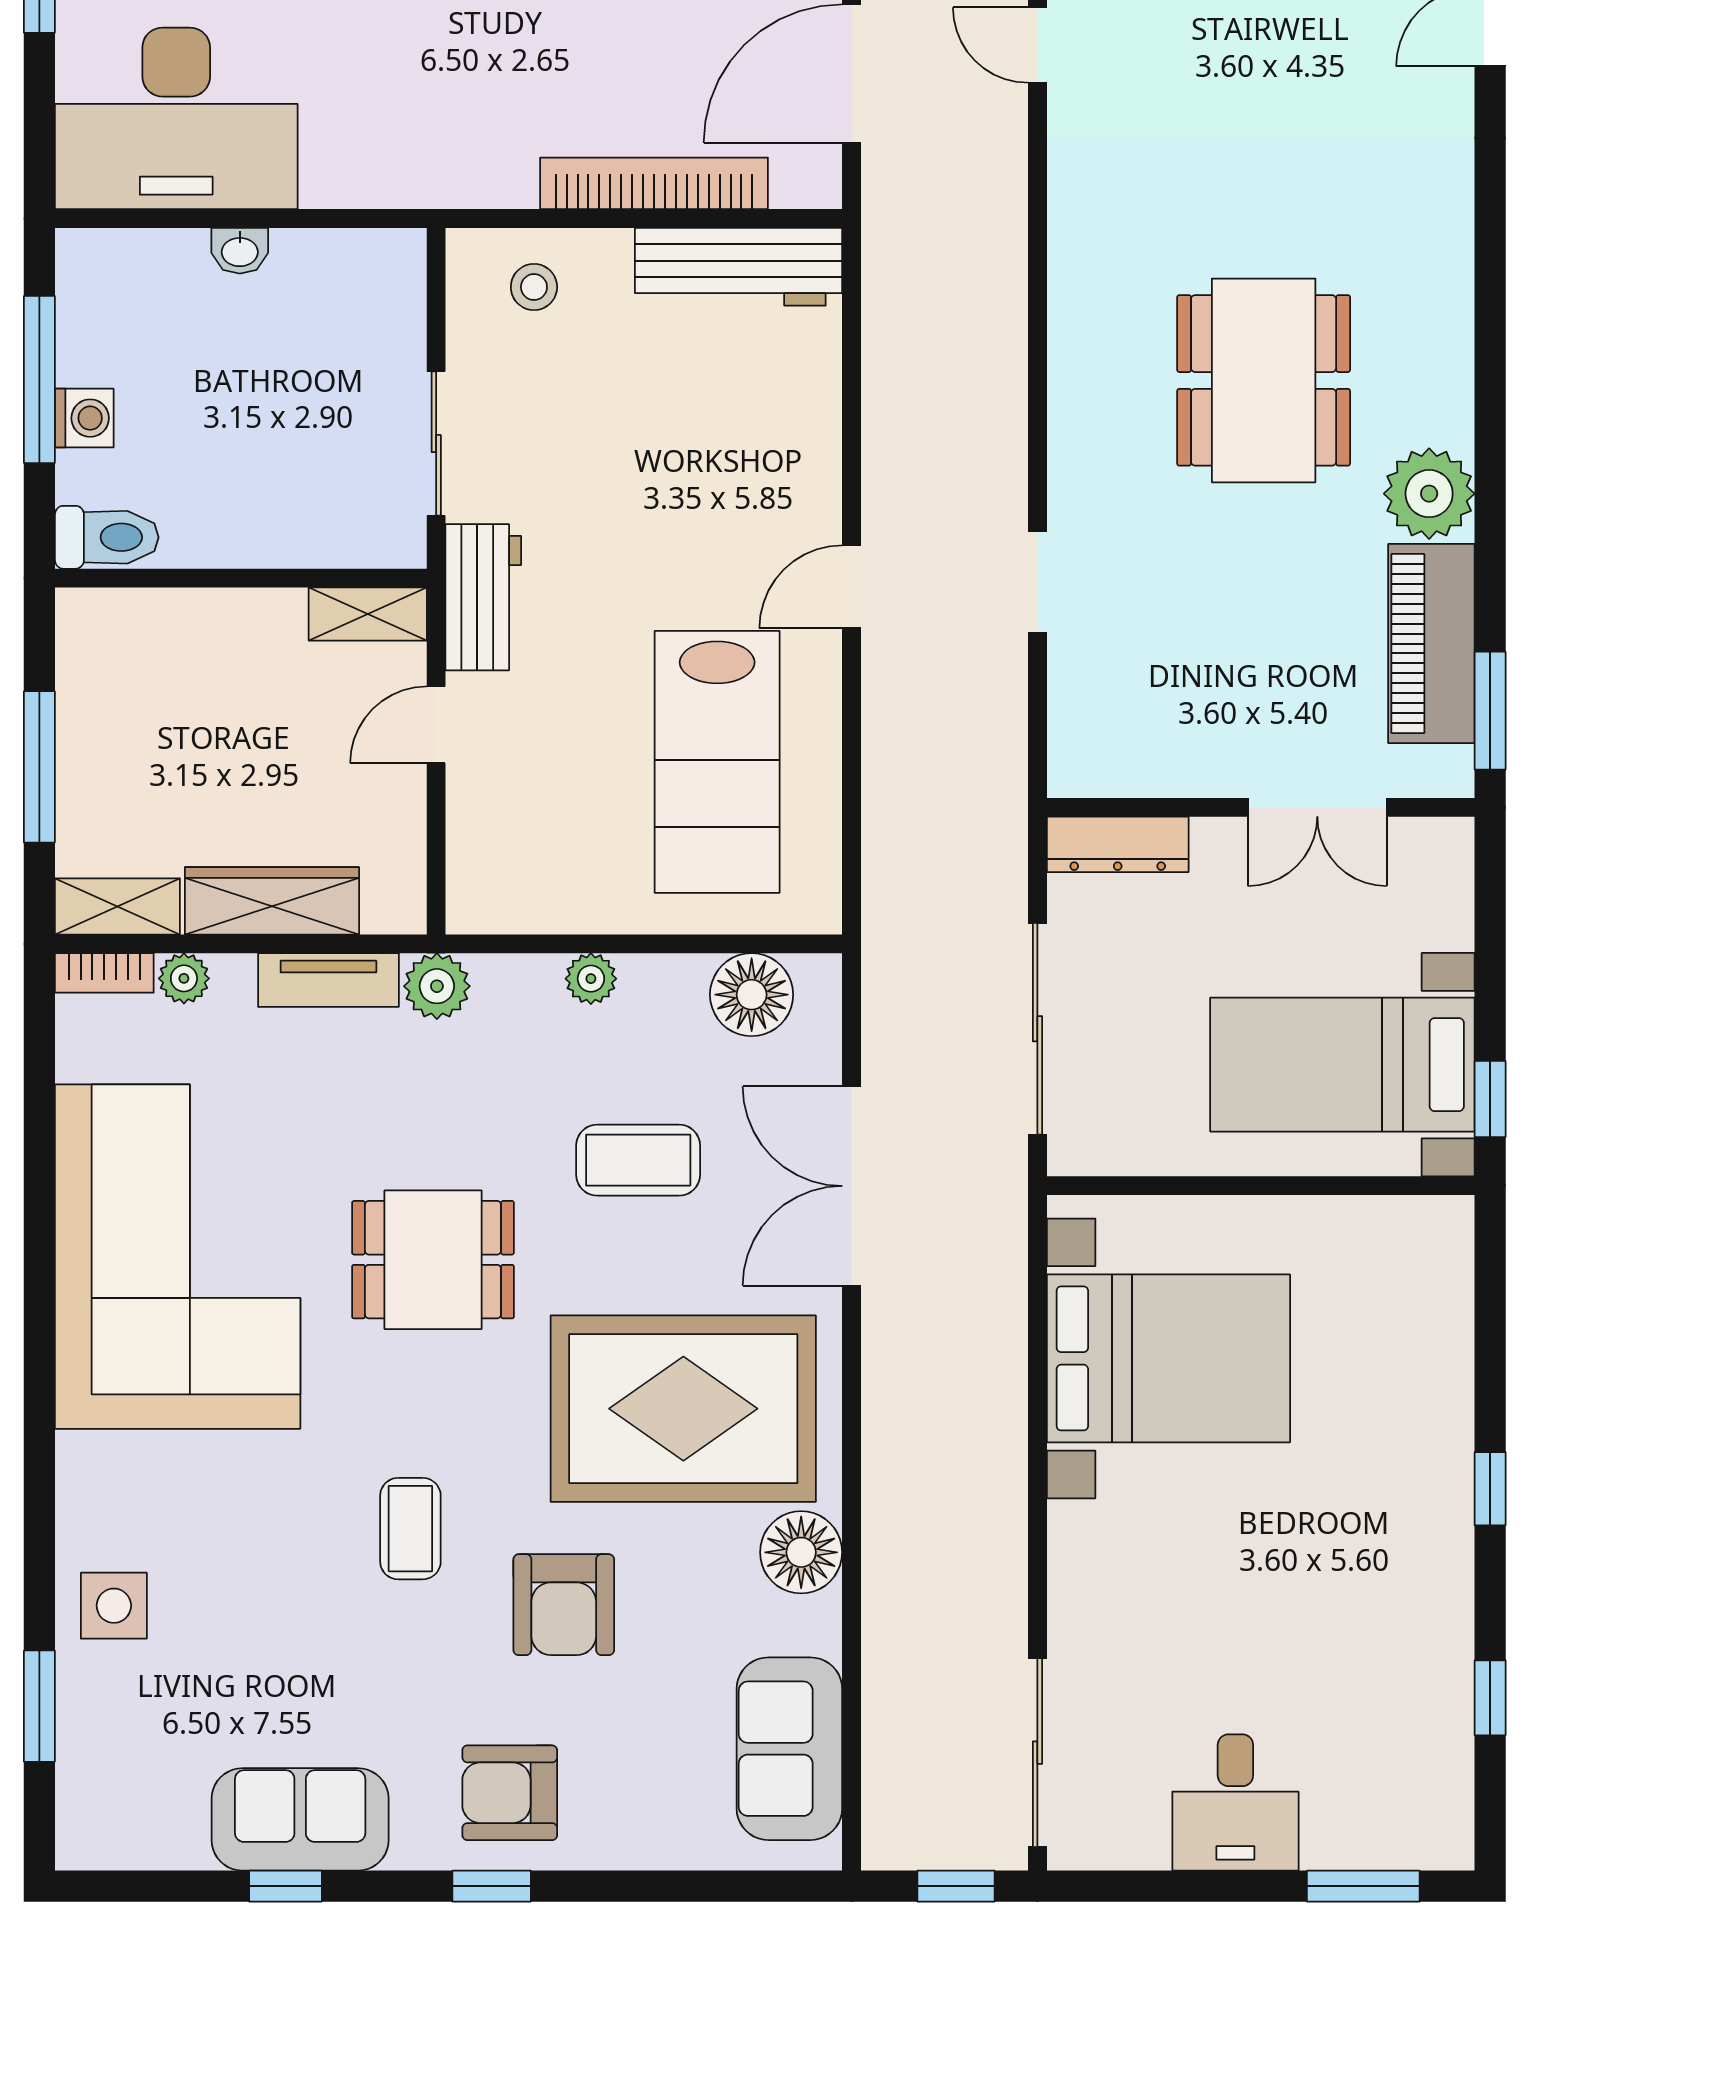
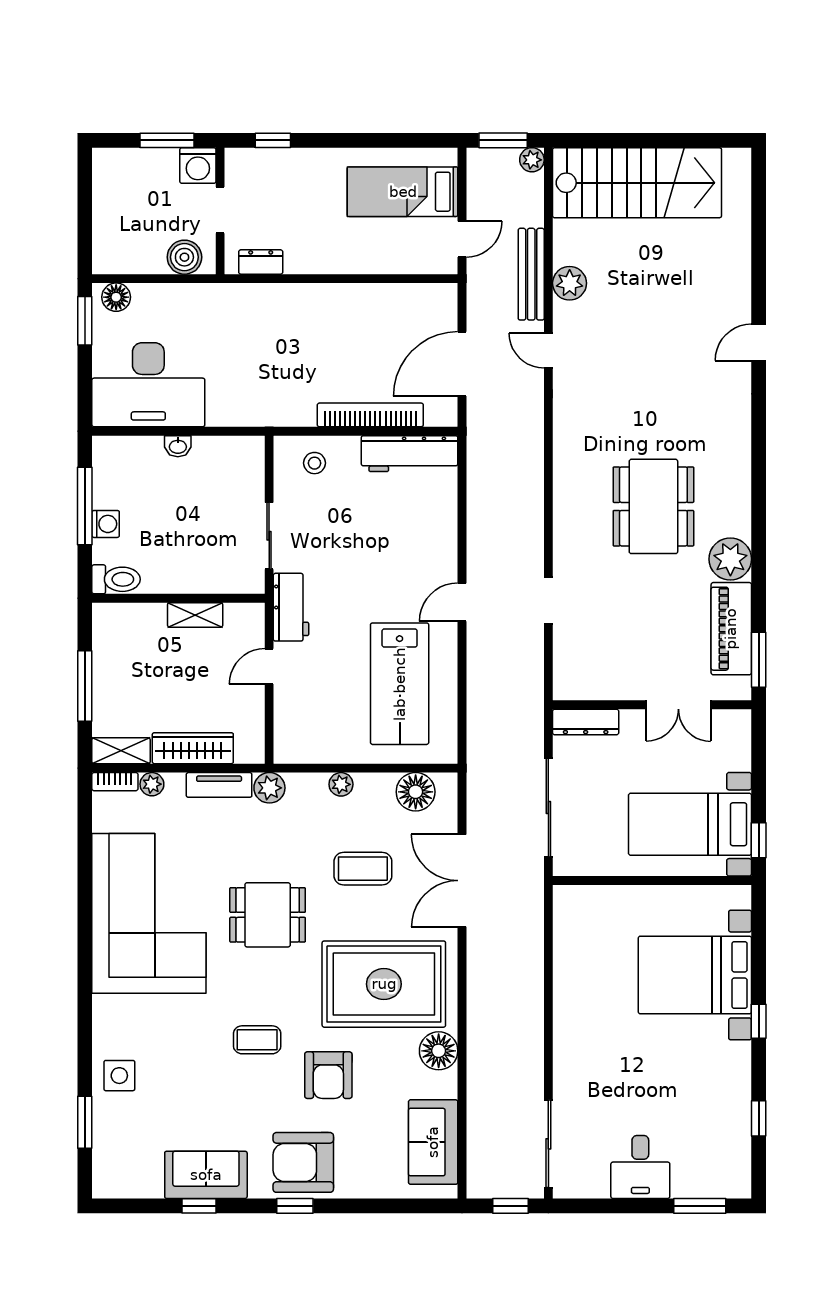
shelving: (368, 614) -> (195, 615), moved
bed with nightstands: (1168, 1358) -> (695, 975), moved, turned 180
coffee table: (410, 1529) -> (257, 1040), turned 90
armchair: (510, 1793) -> (303, 1162), width x1.36, depth x1.36

